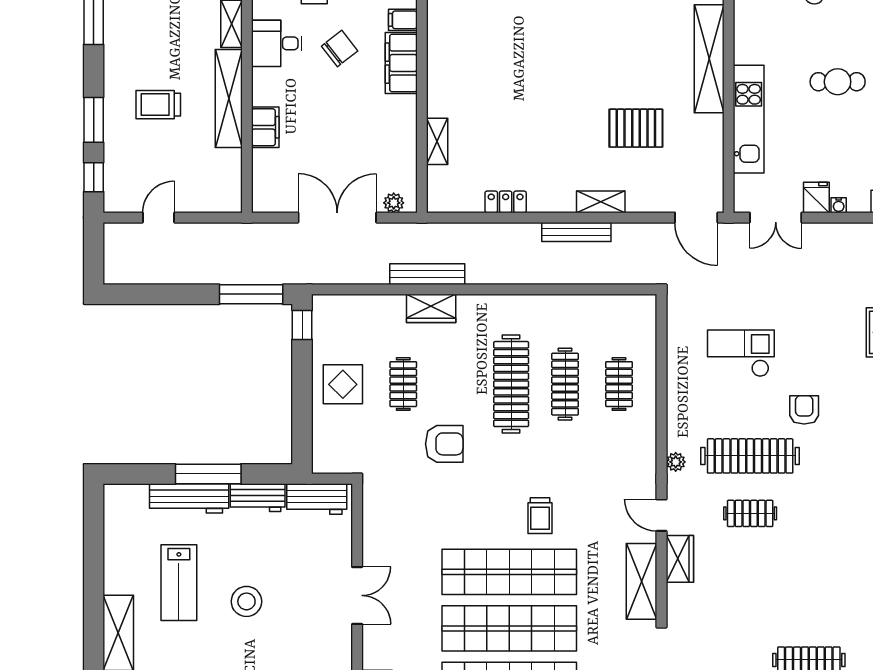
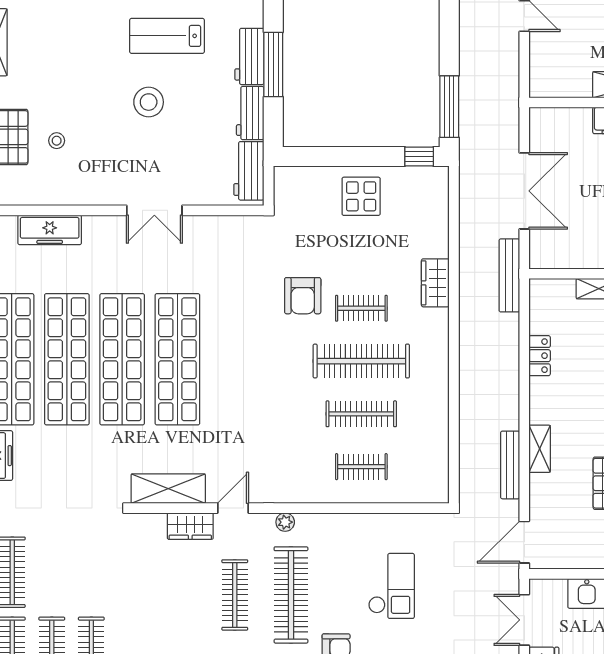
plant: (394, 203) -> (539, 246), removed
bench: (576, 232) -> (510, 465), moved
bench: (427, 274) -> (509, 275), moved
clothes rail: (403, 384) -> (361, 308), moved
workbench: (189, 498) -> (249, 56), width x0.73
clothes rail: (750, 513) -> (235, 595), width x1.36
trolley: (540, 516) -> (233, 389), removed

